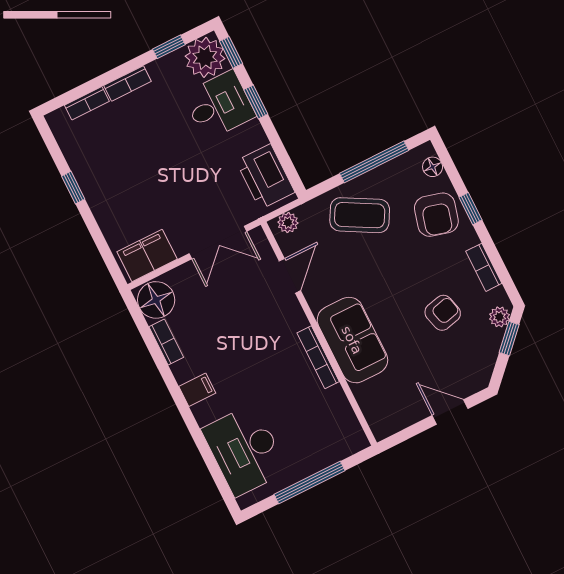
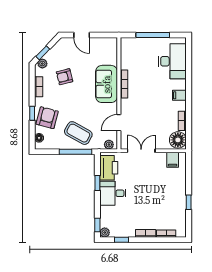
plant: (205, 57) -> (105, 233), width x0.53, depth x0.53
window: (256, 102) -> (97, 183), moved
desk: (219, 105) -> (113, 193), moved
window: (374, 162) -> (76, 152), moved
filing cabinet: (147, 255) -> (173, 160), width x0.50

